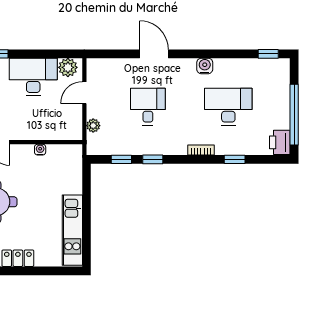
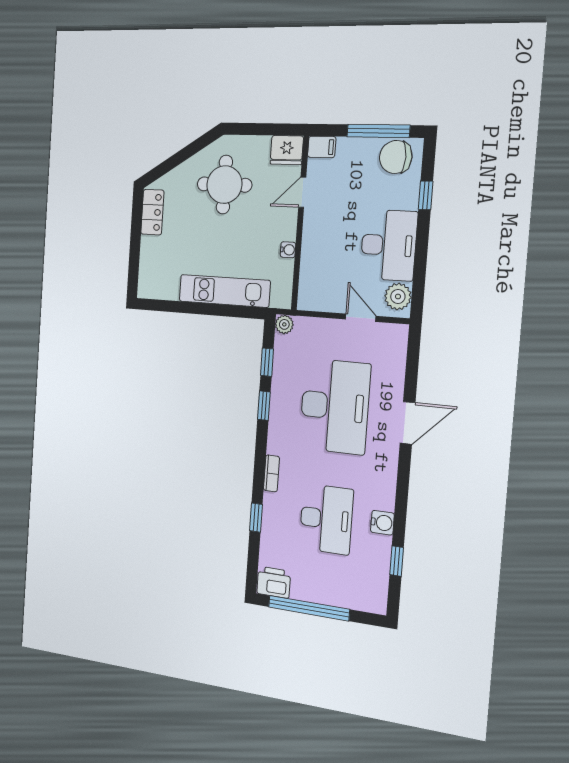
window: (268, 54) -> (397, 561), moved
water cooler: (205, 66) -> (382, 523), moved
desk: (148, 107) -> (335, 406), width x1.87, depth x1.30
plant: (93, 126) -> (284, 324), moved
kitchen unit: (72, 230) -> (224, 291), moved

